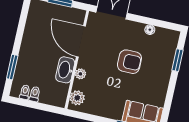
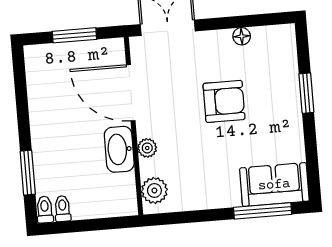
window: (177, 60) -> (306, 93), moved
toilet: (35, 94) -> (45, 210), moved

